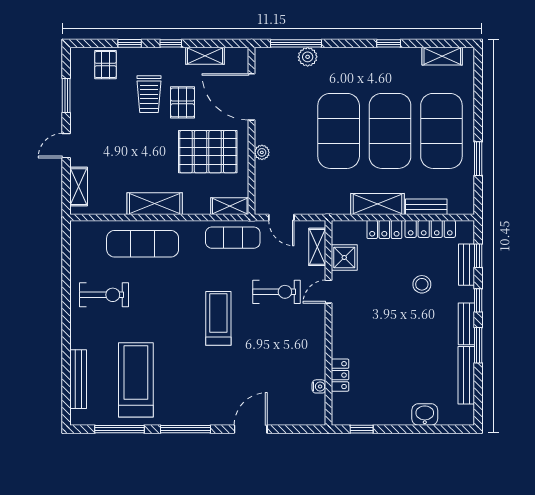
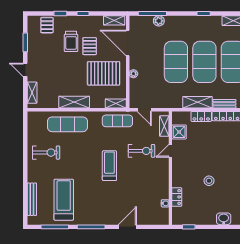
shelving: (205, 56) -> (114, 20), moved
door: (66, 146) -> (25, 70), hinge flipped
stool: (422, 284) -> (209, 181), moved

